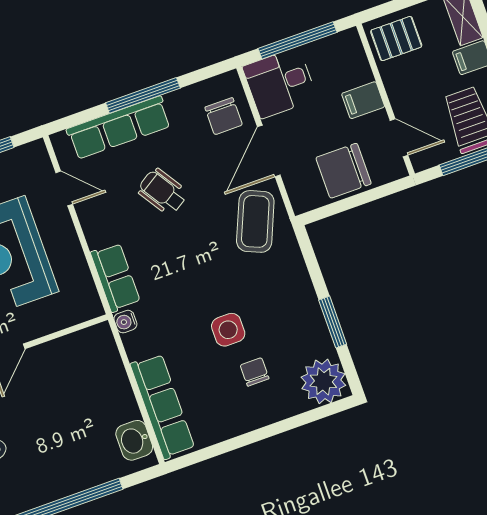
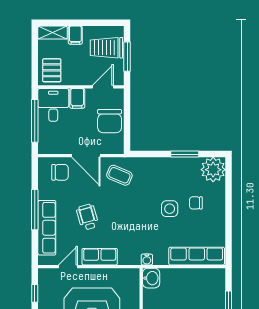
desk: (280, 83) -> (53, 105), moved, turned 180
wheelchair: (163, 192) -> (87, 217), turned 107
coffee table: (255, 221) -> (119, 175), width x0.73, depth x0.77
row of seats: (115, 277) -> (100, 257), moved
washbasin: (134, 440) -> (151, 278), moved, turned -90

